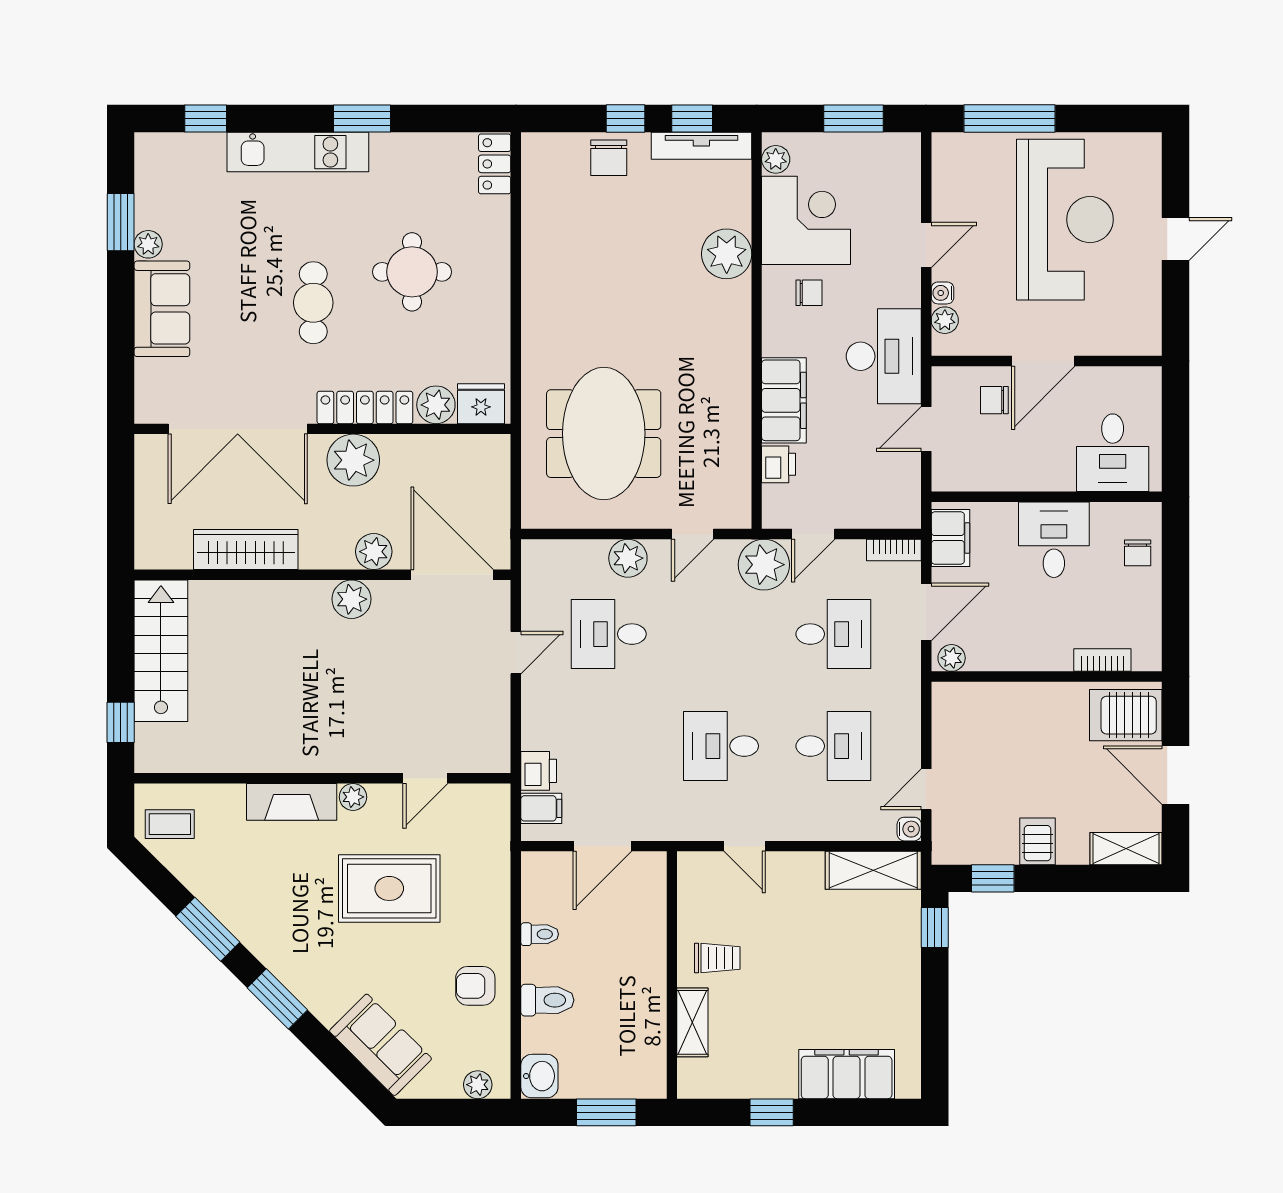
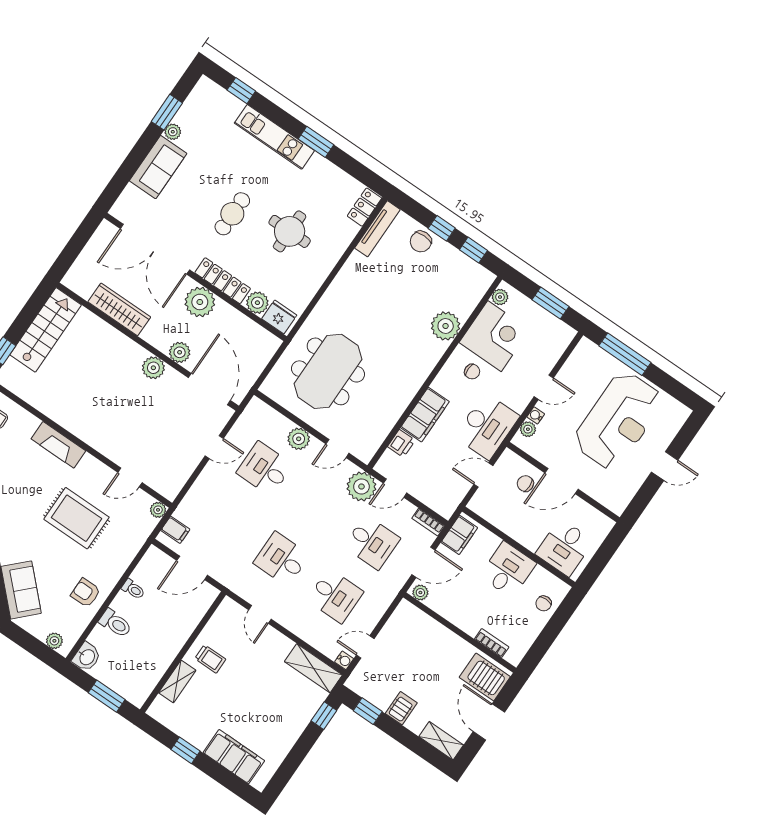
tv unit: (701, 146) -> (377, 229), moved, turned -90
printer: (539, 771) -> (186, 511), removed
plant: (353, 797) -> (158, 510), moved

